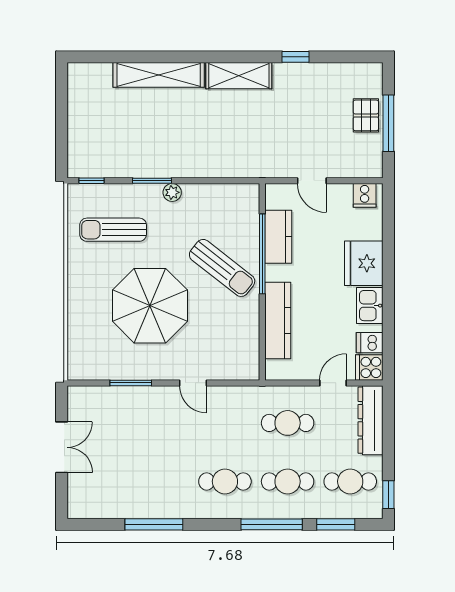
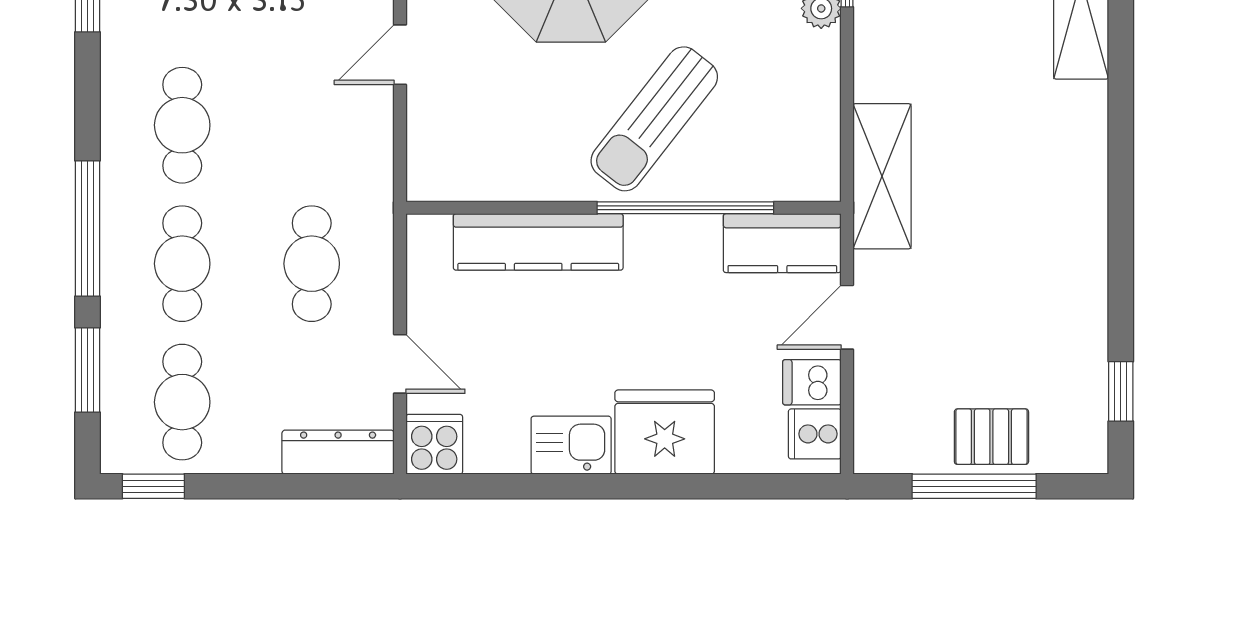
window: (295, 57) -> (1121, 391), moved
shelving: (239, 76) -> (882, 176), moved
kitchen counter: (278, 237) -> (782, 243), moved
dishwasher: (370, 343) -> (812, 382), moved, turned -90
dresser: (370, 420) -> (338, 452), width x0.73, depth x0.80

